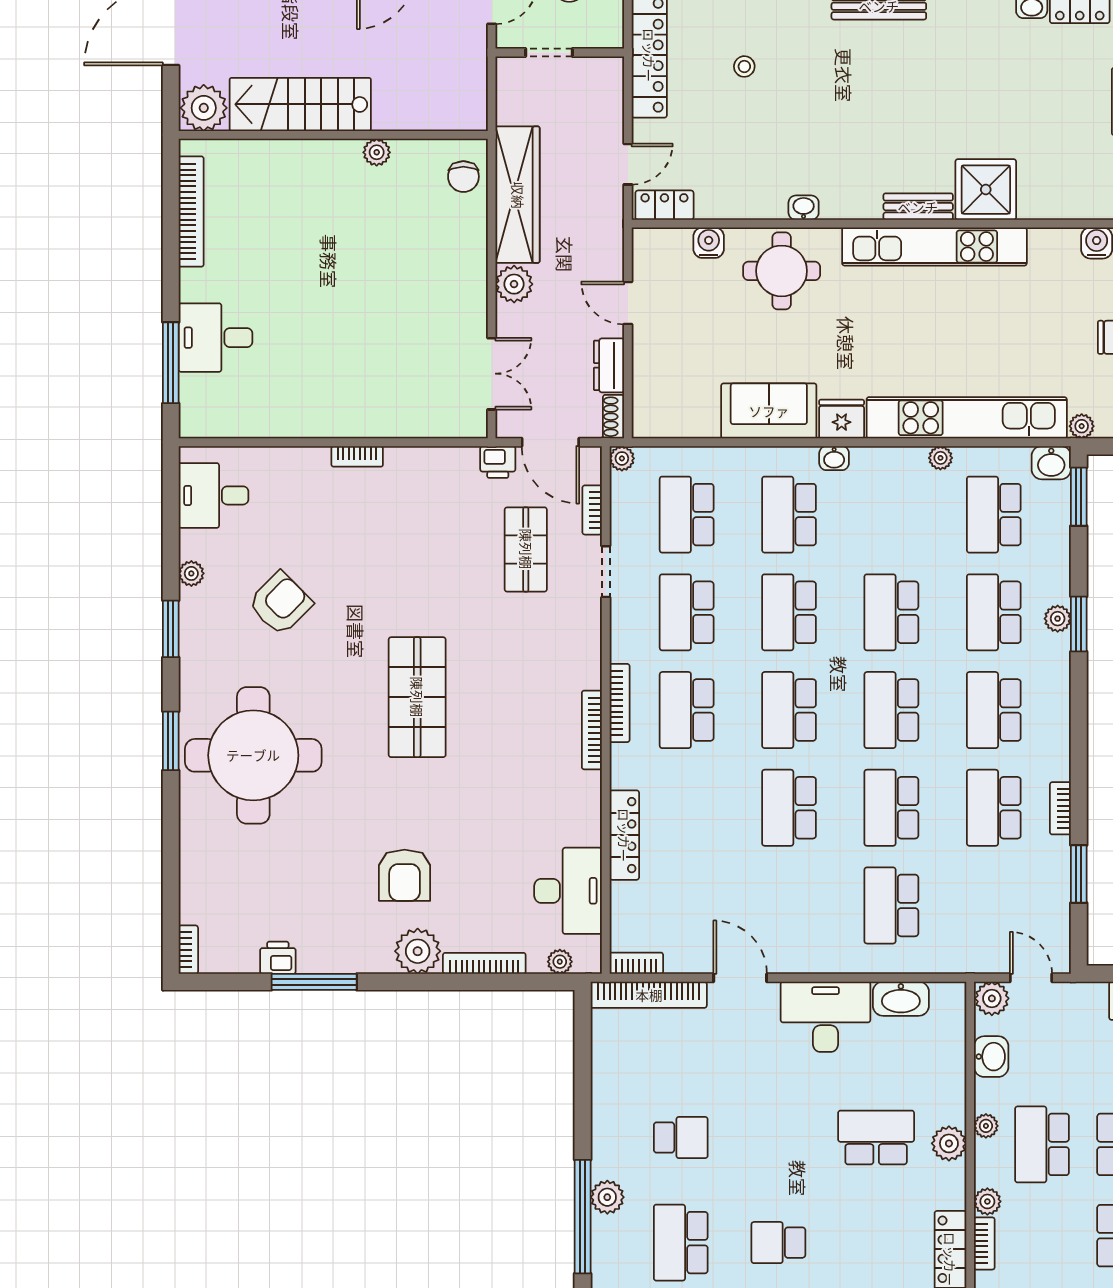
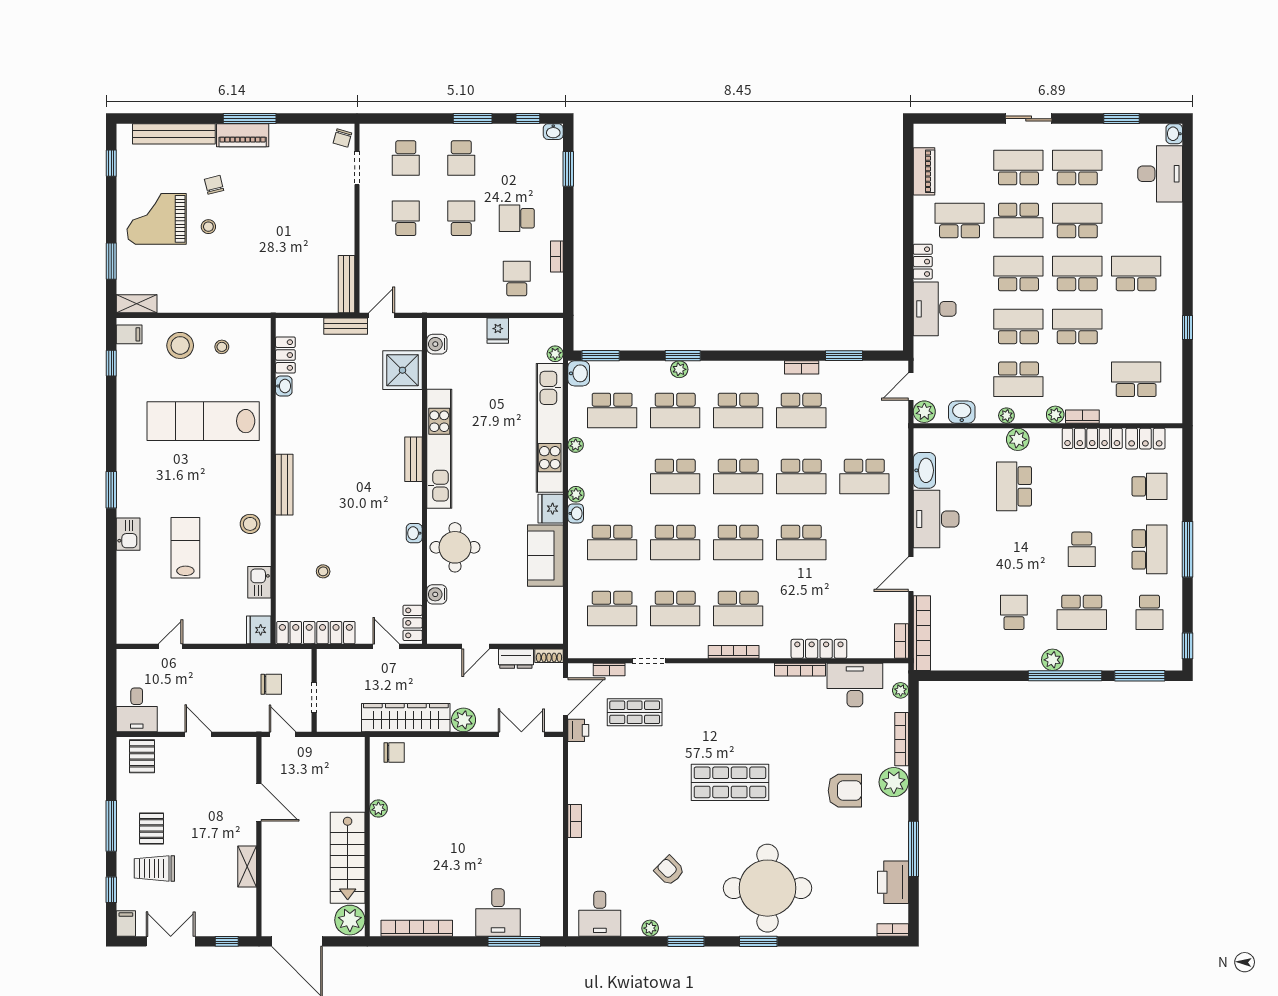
shower: (986, 190) -> (402, 370), moved
plant: (622, 458) -> (576, 494), moved
armchair: (280, 603) -> (669, 871), width x0.72, depth x0.72
bookcase: (592, 730) -> (800, 670), moved
printer: (278, 958) -> (893, 882), width x1.87, depth x1.48

